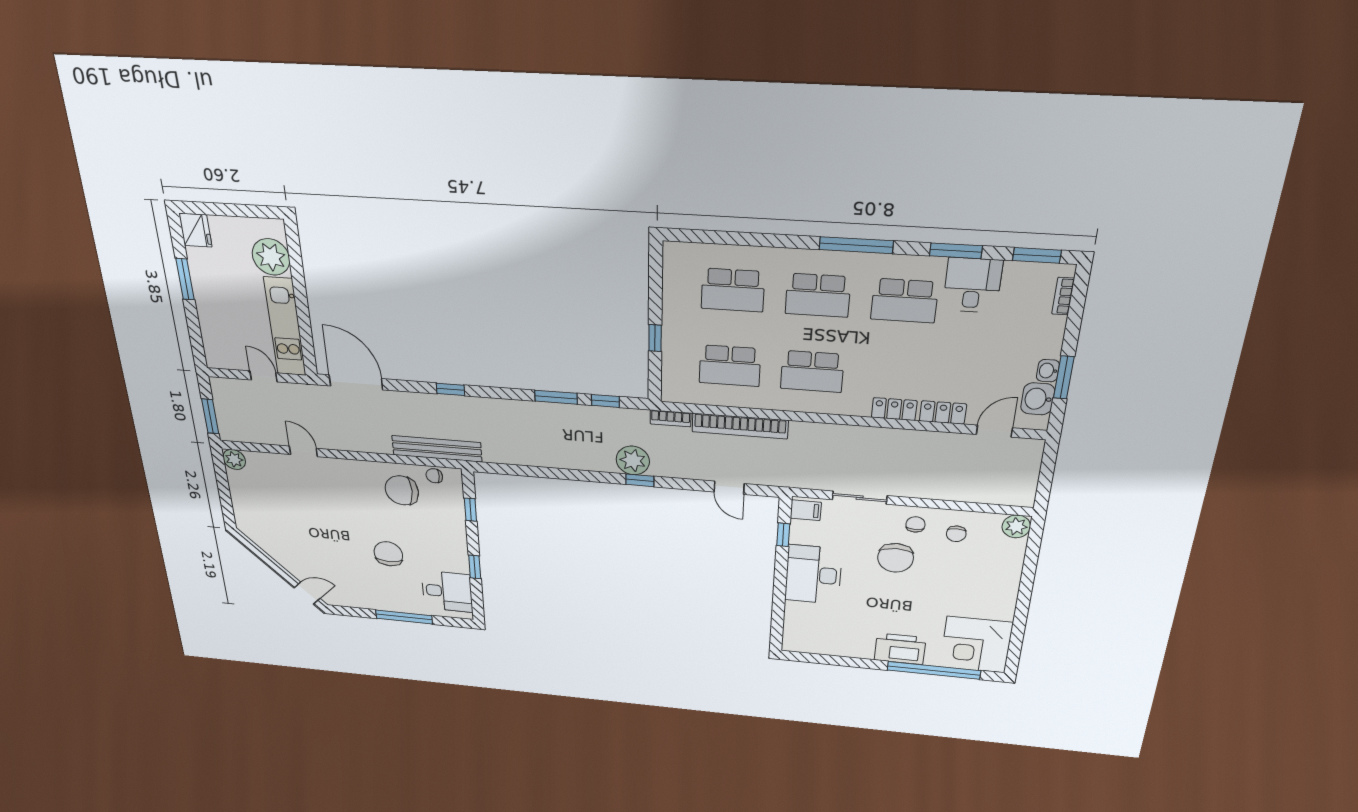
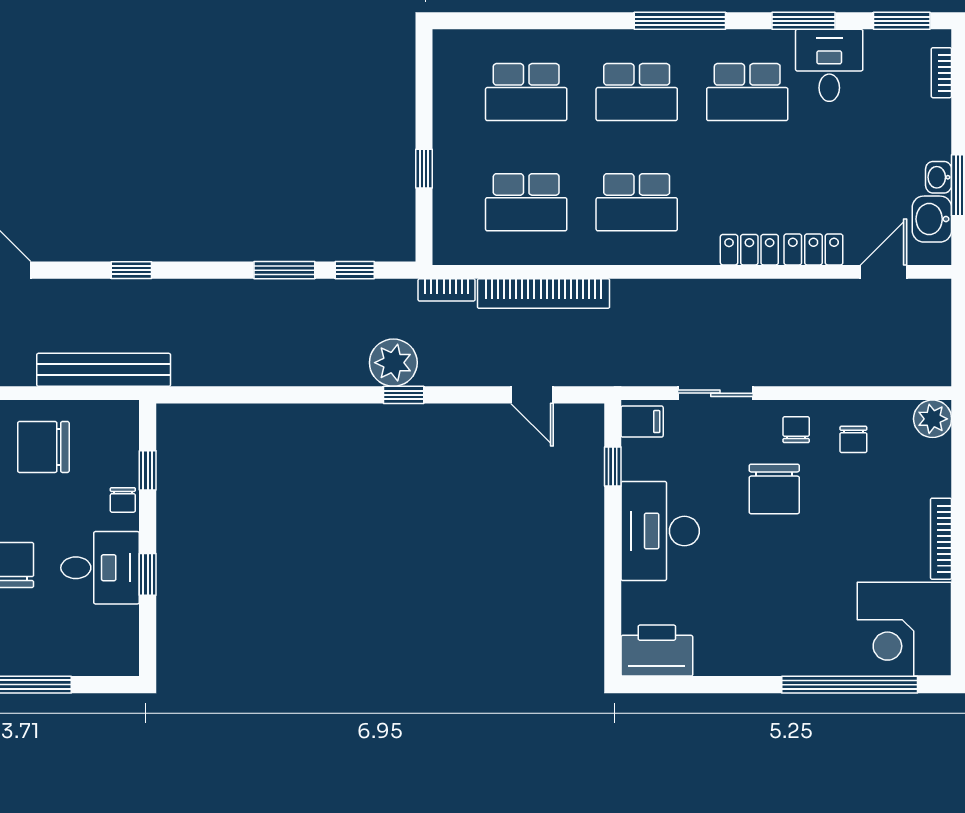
chair: (434, 476) -> (123, 500), moved, turned -90
desk: (447, 591) -> (100, 568), moved
bookcase: (1010, 597) -> (941, 539), added
printer: (900, 649) -> (657, 651), moved

